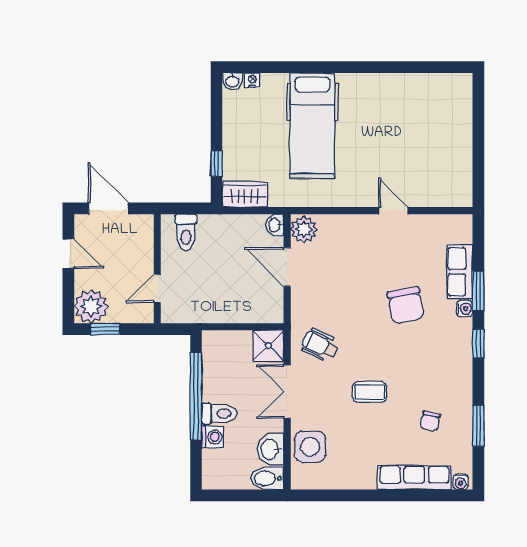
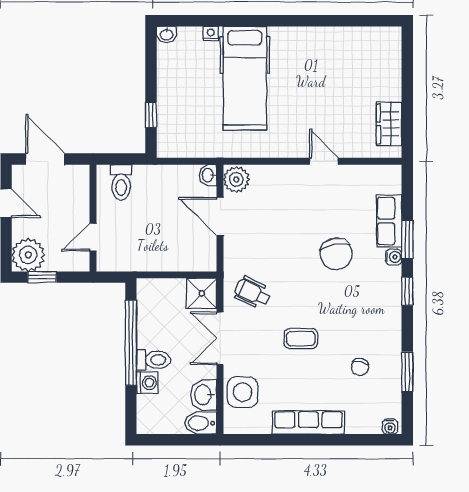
nightstand: (252, 80) -> (211, 34), moved
wardrobe: (245, 194) -> (389, 124), moved, turned -90
row of seats: (414, 478) -> (308, 423), moved

